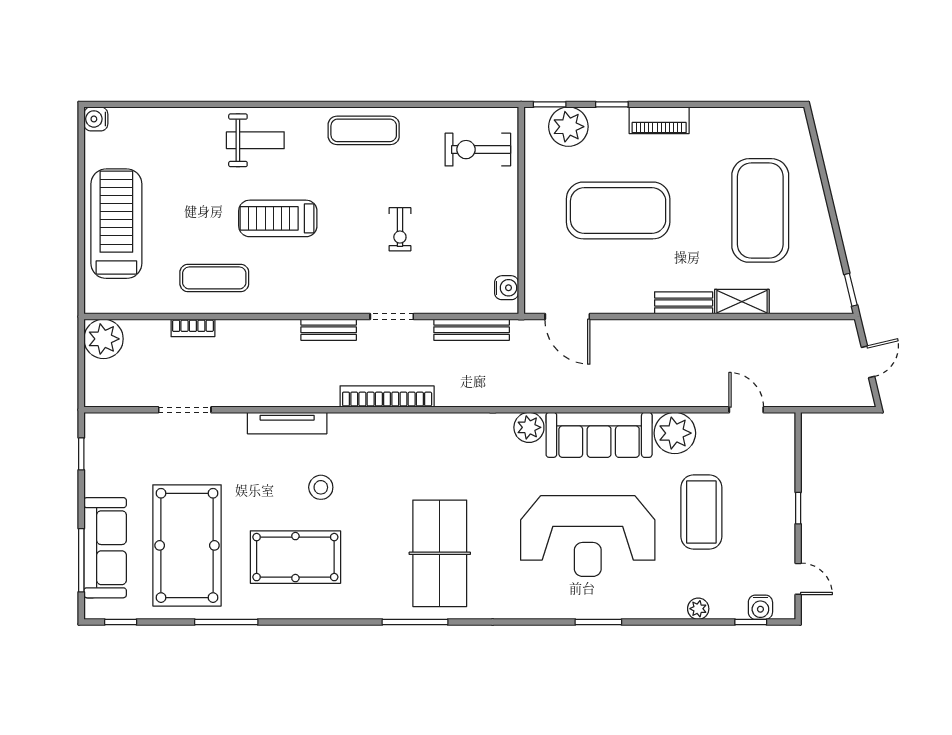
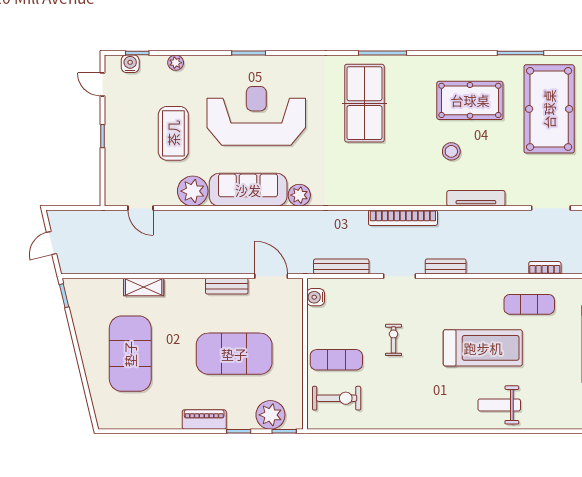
exercise mat: (364, 130) -> (336, 360), moved
treadmill: (278, 218) -> (483, 348), width x1.37, depth x1.38
bench: (684, 303) -> (227, 286), moved

